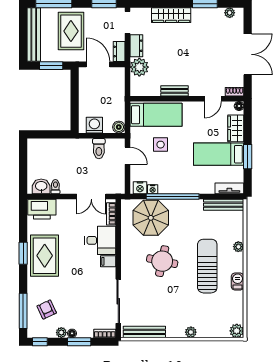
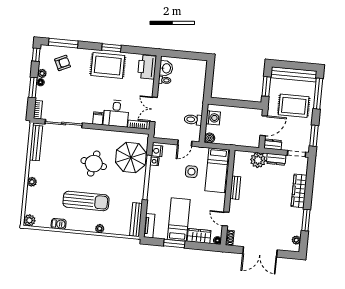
barbecue: (238, 281) -> (59, 224), moved

